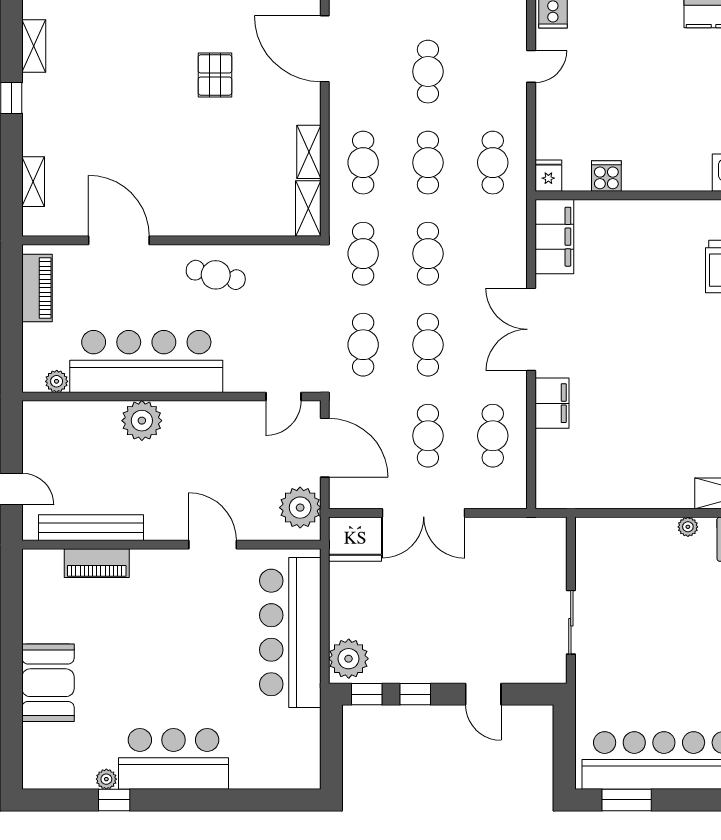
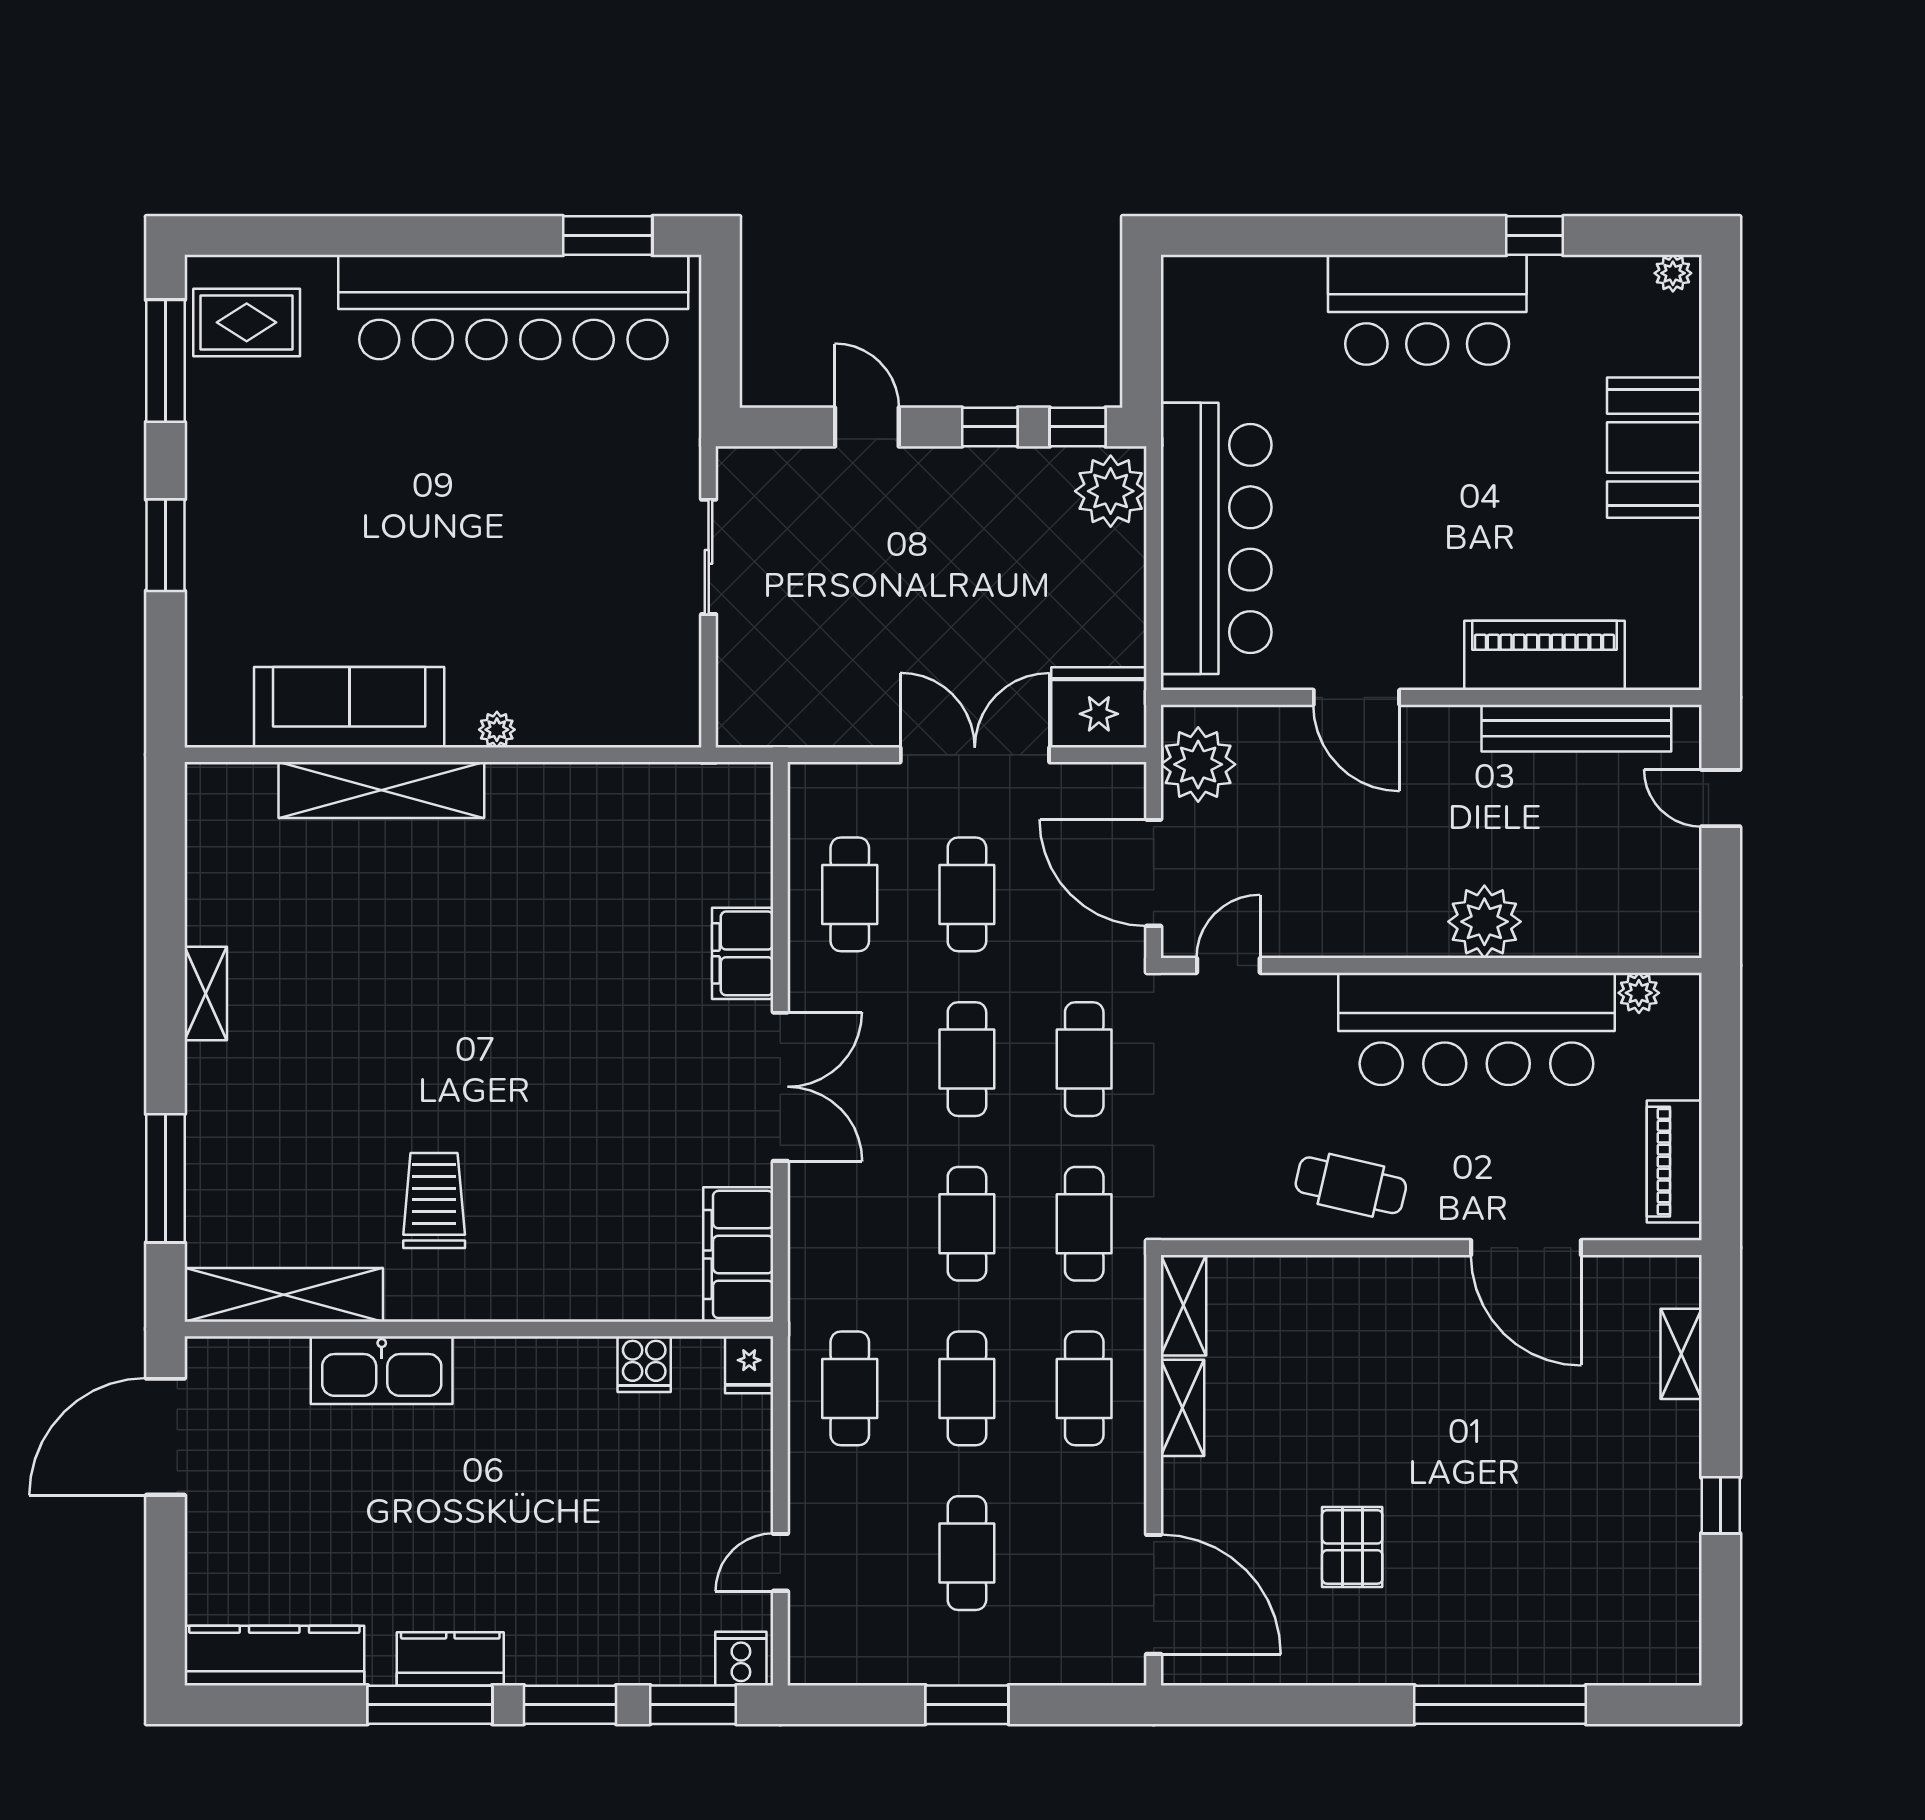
shelving: (34, 46) -> (1680, 1599), removed
piano: (97, 563) -> (1544, 655), width x1.37, depth x1.33
plant: (106, 779) -> (1673, 273), moved

